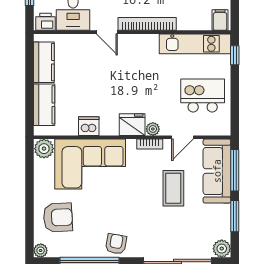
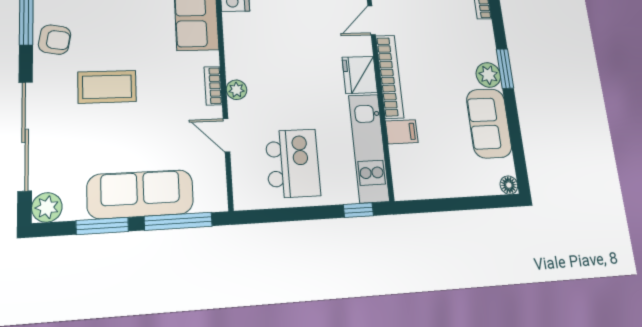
filing cabinet: (220, 20) -> (402, 132), moved
fridge: (132, 125) -> (360, 75), moved, turned 180
sofa: (217, 171) -> (140, 194), moved
coffee table: (173, 188) -> (107, 87), moved

